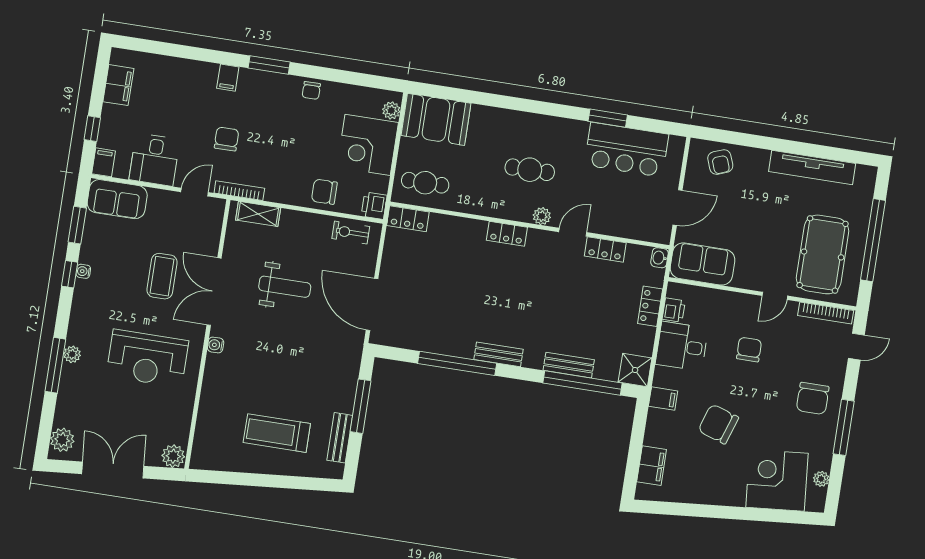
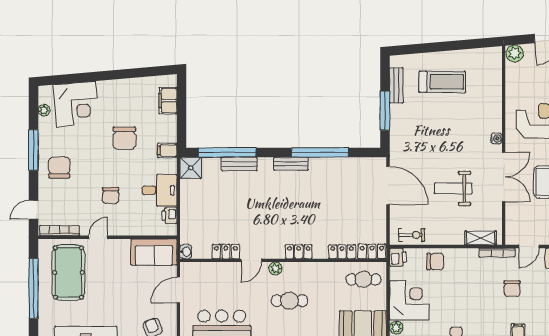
locker: (650, 306) -> (342, 252), moved, turned -90
chair: (718, 424) -> (124, 138), turned 72

